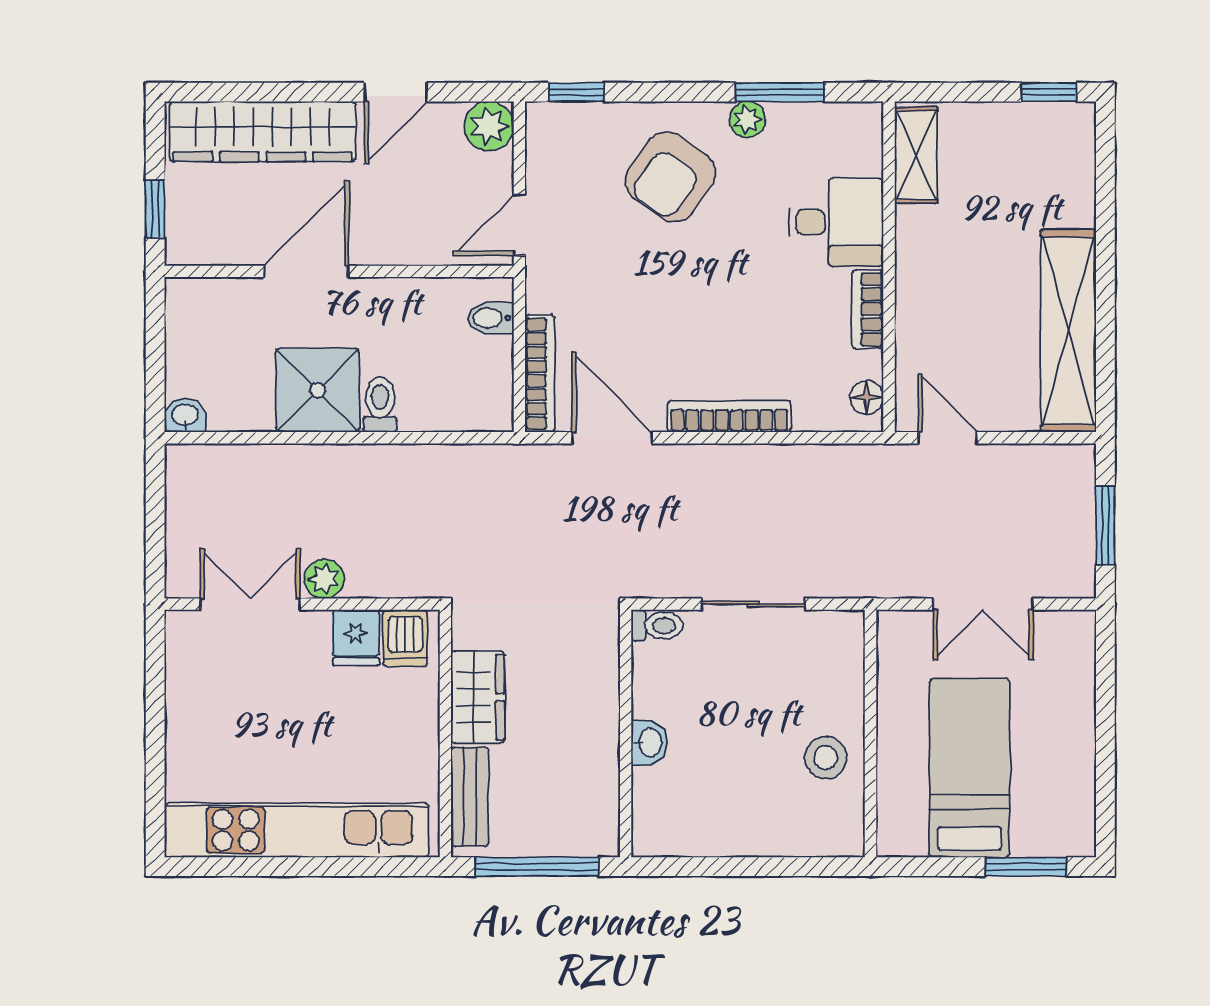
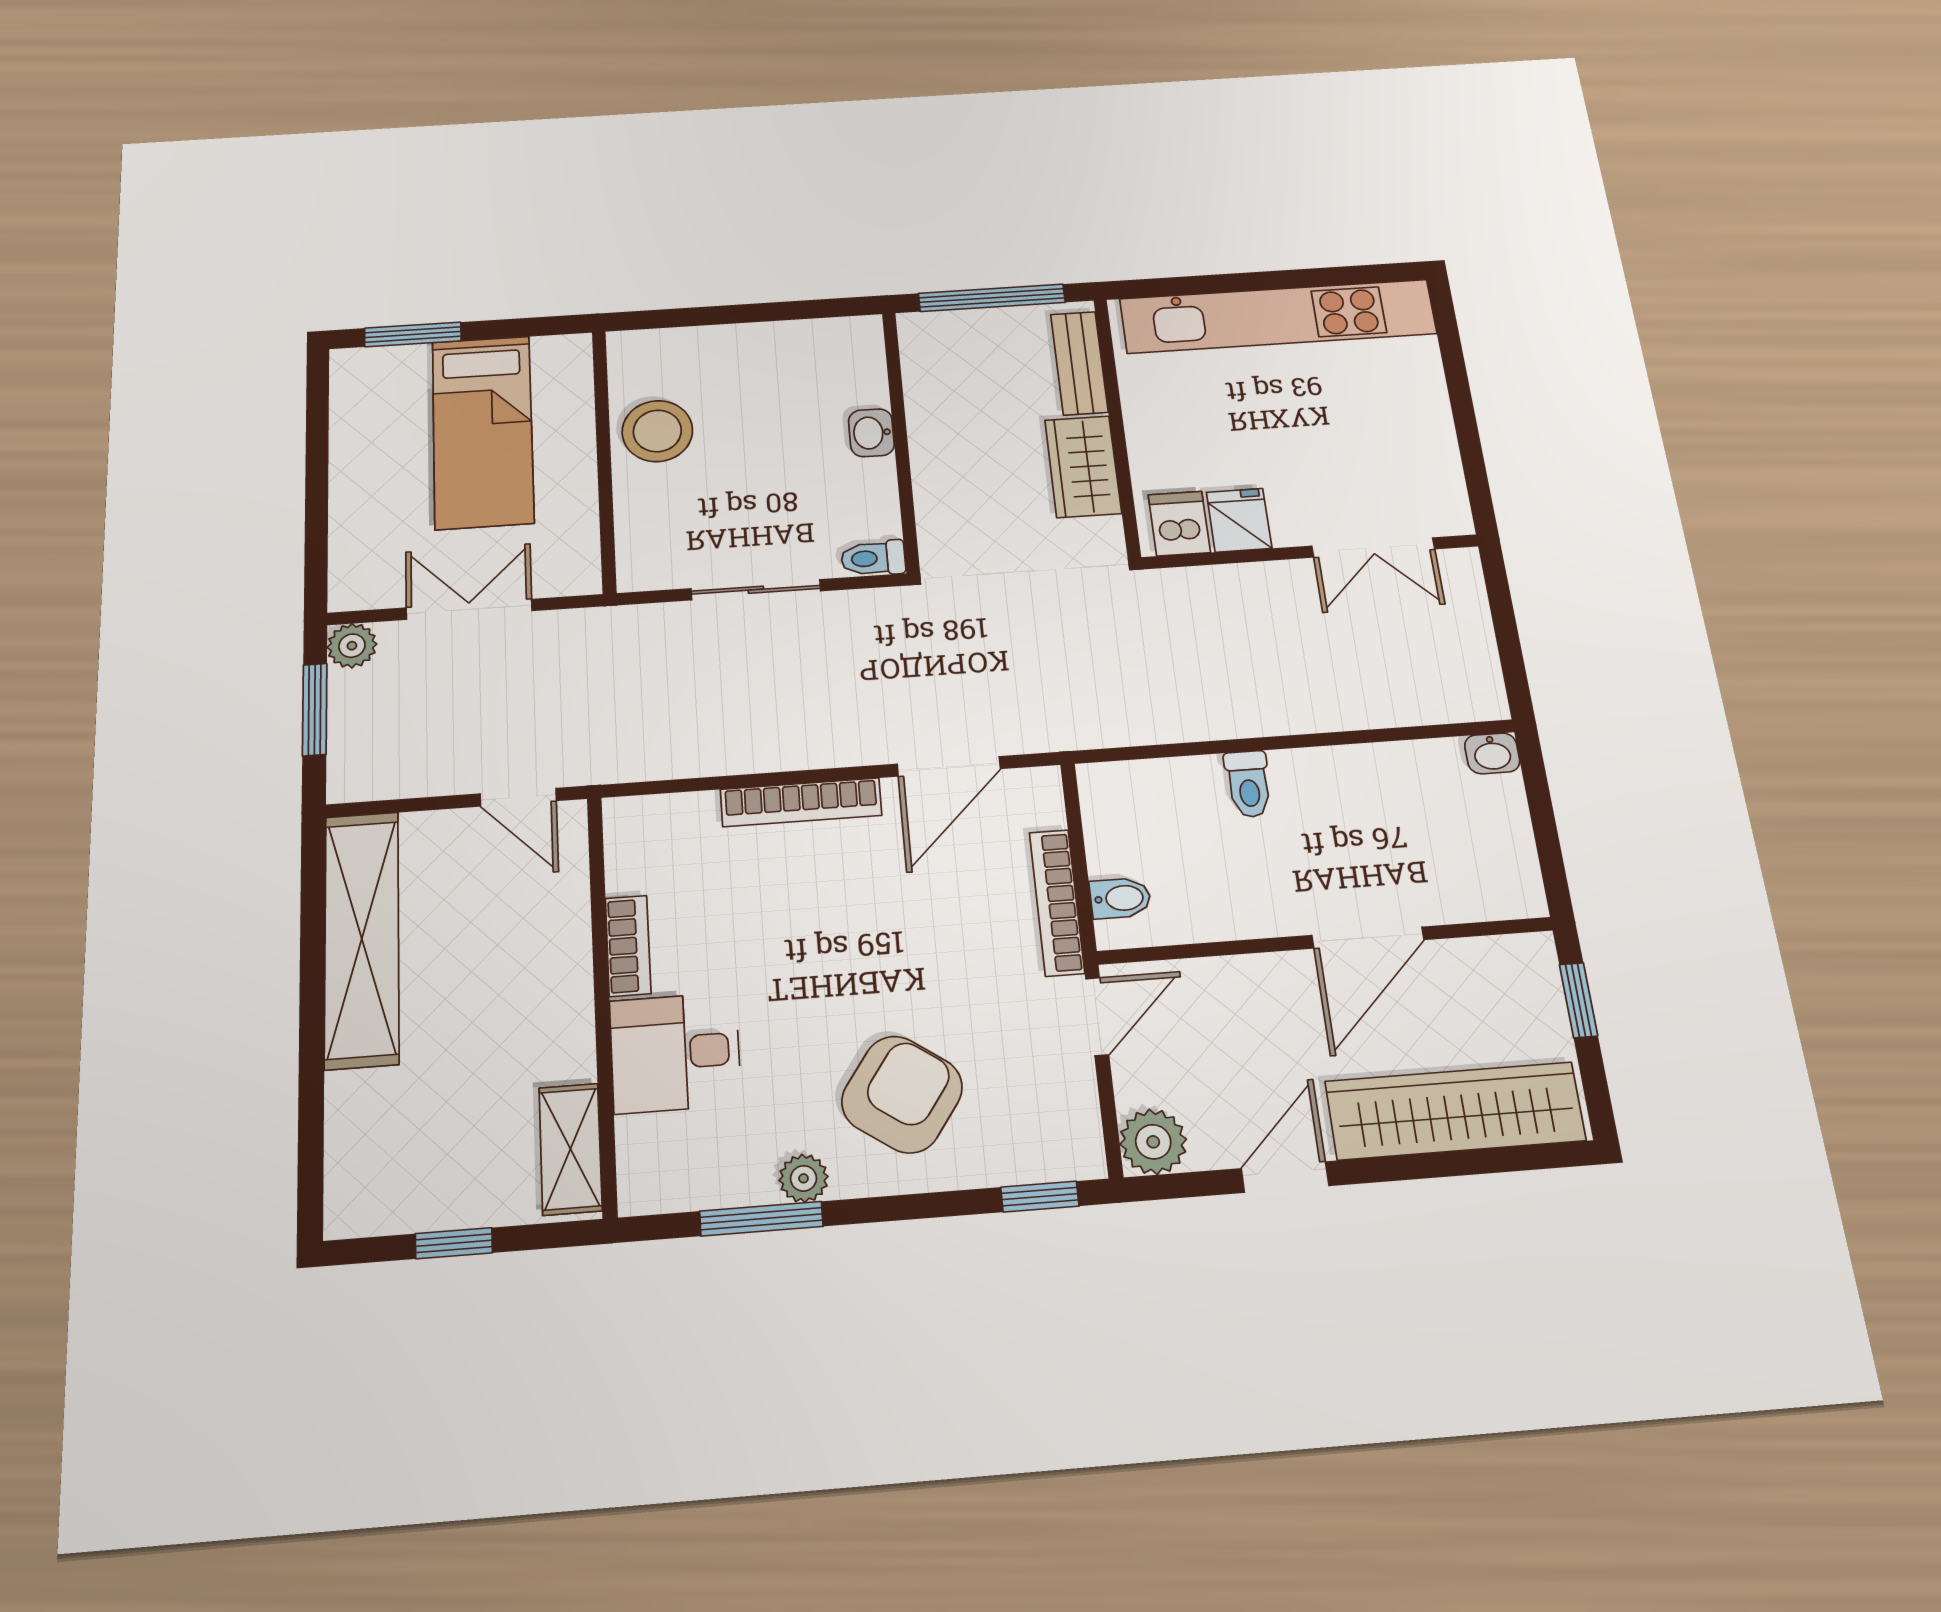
window: (1049, 92) -> (454, 1243), moved
bookcase: (540, 374) -> (1057, 902), moved
shower: (318, 390) -> (1330, 795), removed
floor lamp: (867, 397) -> (625, 838), removed
door: (612, 438) -> (949, 766), hinge flipped
plant: (324, 579) -> (352, 646), moved
stool: (826, 758) -> (657, 431), width x1.38, depth x1.38

